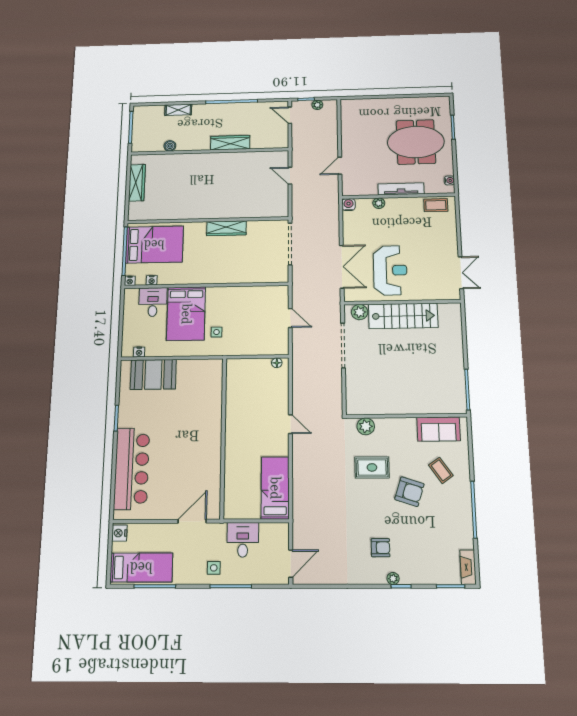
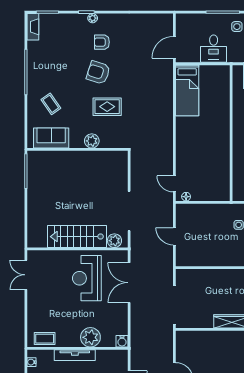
plant: (379, 203) -> (90, 337), width x1.88, depth x1.88
door: (290, 424) -> (174, 184), moved
plant: (366, 426) -> (92, 141), moved
armchair: (409, 492) -> (98, 73), moved
door: (291, 564) -> (174, 47), moved

